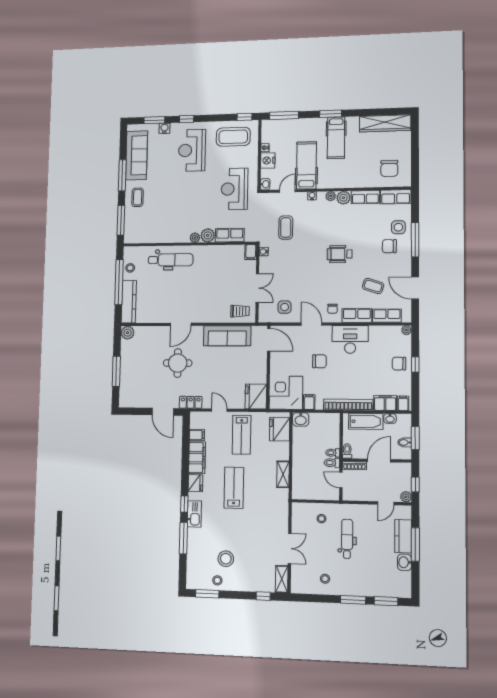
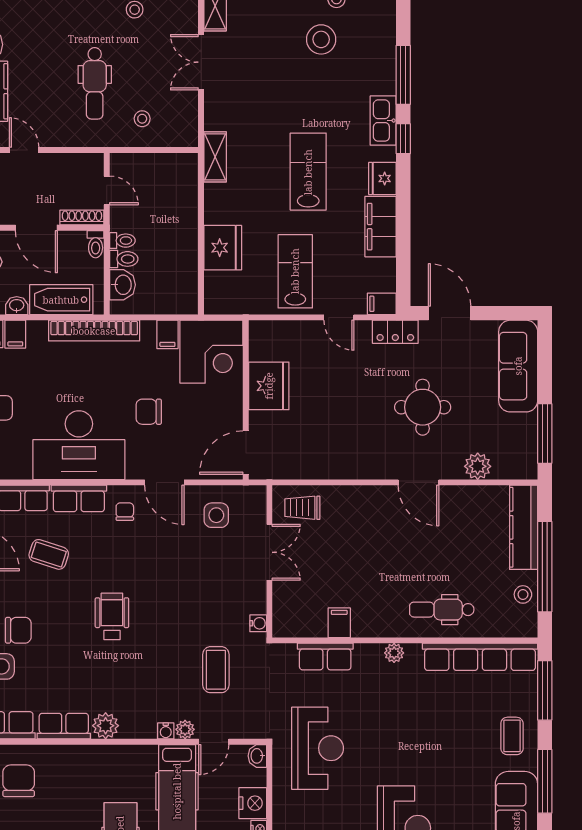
plant: (331, 196) -> (185, 729), moved
plant: (208, 235) -> (369, 657), removed
row of seats: (152, 236) -> (480, 657), added
filing cabinet: (251, 252) -> (339, 623), moved
wheelchair: (340, 254) -> (112, 616), turned -90
dental chair: (171, 260) -> (442, 610), width x0.73, depth x0.72
double door: (257, 288) -> (269, 552), swing flipped
door: (181, 324) -> (418, 482), swing flipped
plant: (128, 333) -> (478, 466), moved
sofa: (227, 336) -> (518, 366), moved, turned -90
desk: (350, 339) -> (79, 445), width x1.36, depth x1.30
door: (269, 340) -> (246, 453), hinge flipped
window: (116, 371) -> (545, 433), moved
fridge: (256, 397) -> (269, 386), moved
filing cabinet: (385, 403) -> (15, 334), width x0.50
washbasin: (301, 419) -> (122, 285), moved, turned 90
fridge: (280, 429) -> (223, 248), moved
filing cabinet: (197, 435) -> (382, 304), moved
door: (379, 461) -> (36, 228), hinge flipped
toilet: (332, 463) -> (124, 259), moved
shelving: (283, 474) -> (215, 157), moved
lab bench: (234, 488) -> (308, 172), turned 180
door: (386, 503) -> (24, 150), hinge flipped

